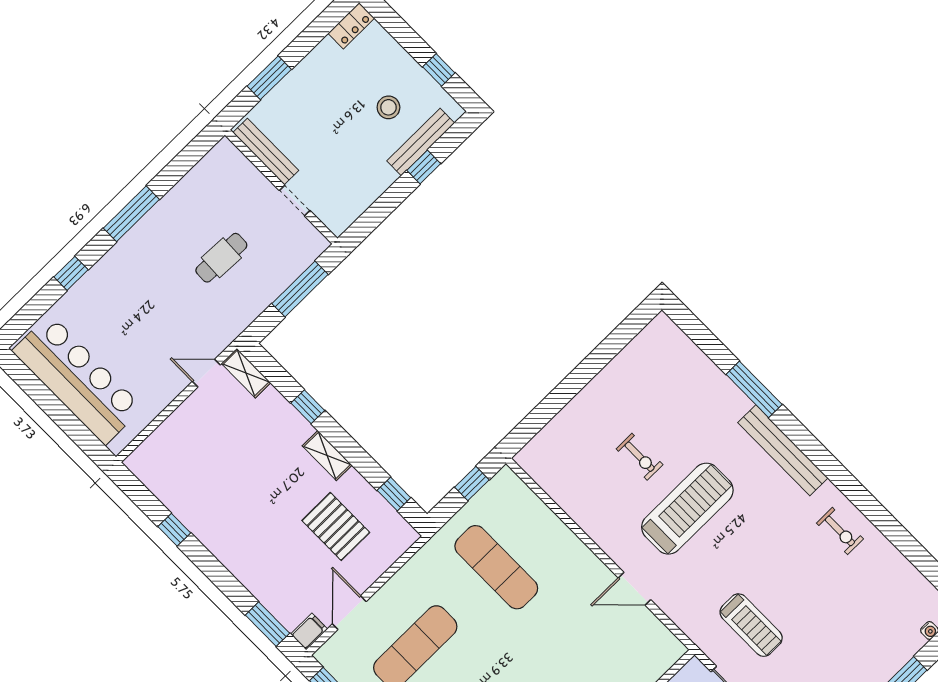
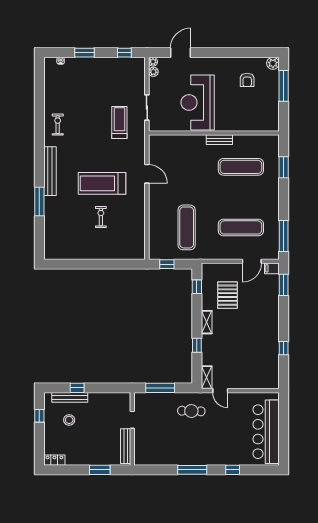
cafe table: (221, 258) -> (191, 411), moved

